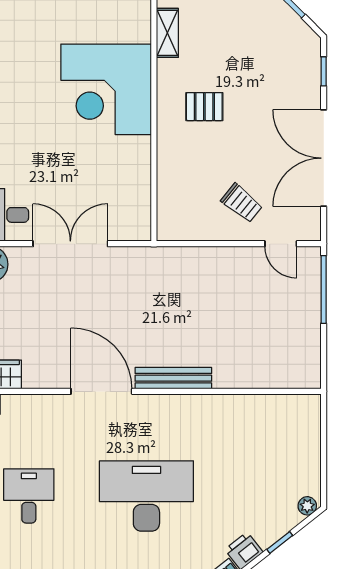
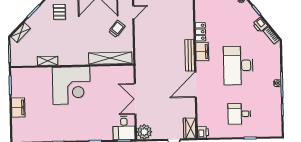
pallet: (204, 107) -> (59, 12), moved
shelving: (170, 185) -> (110, 58), added
locker: (230, 406) -> (200, 32), added
filing cabinet: (182, 409) -> (202, 52), added

